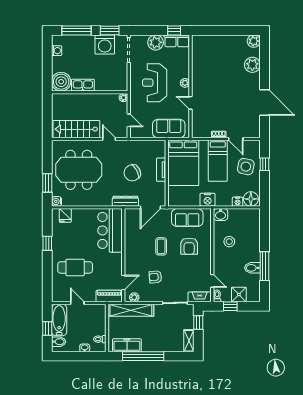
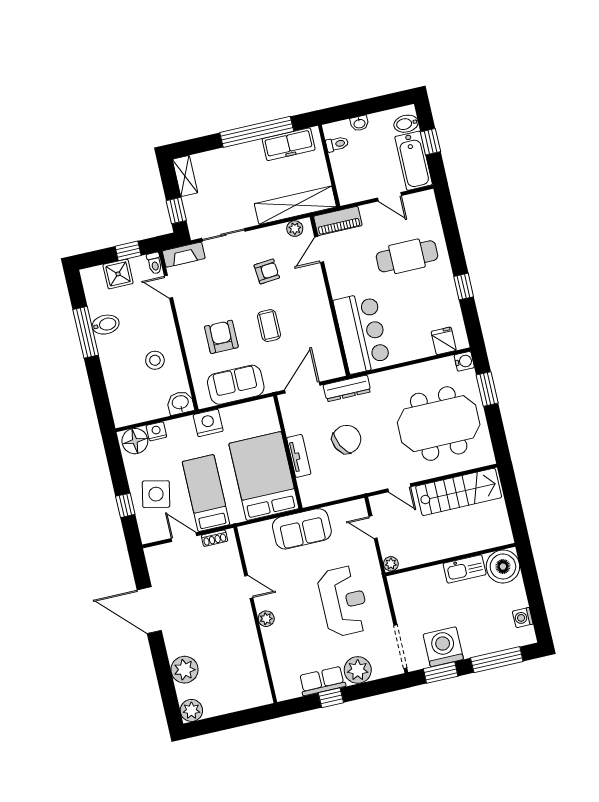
plant: (185, 83) -> (266, 619), moved
wall: (191, 86) -> (255, 615), moved
door: (191, 103) -> (249, 587), moved

